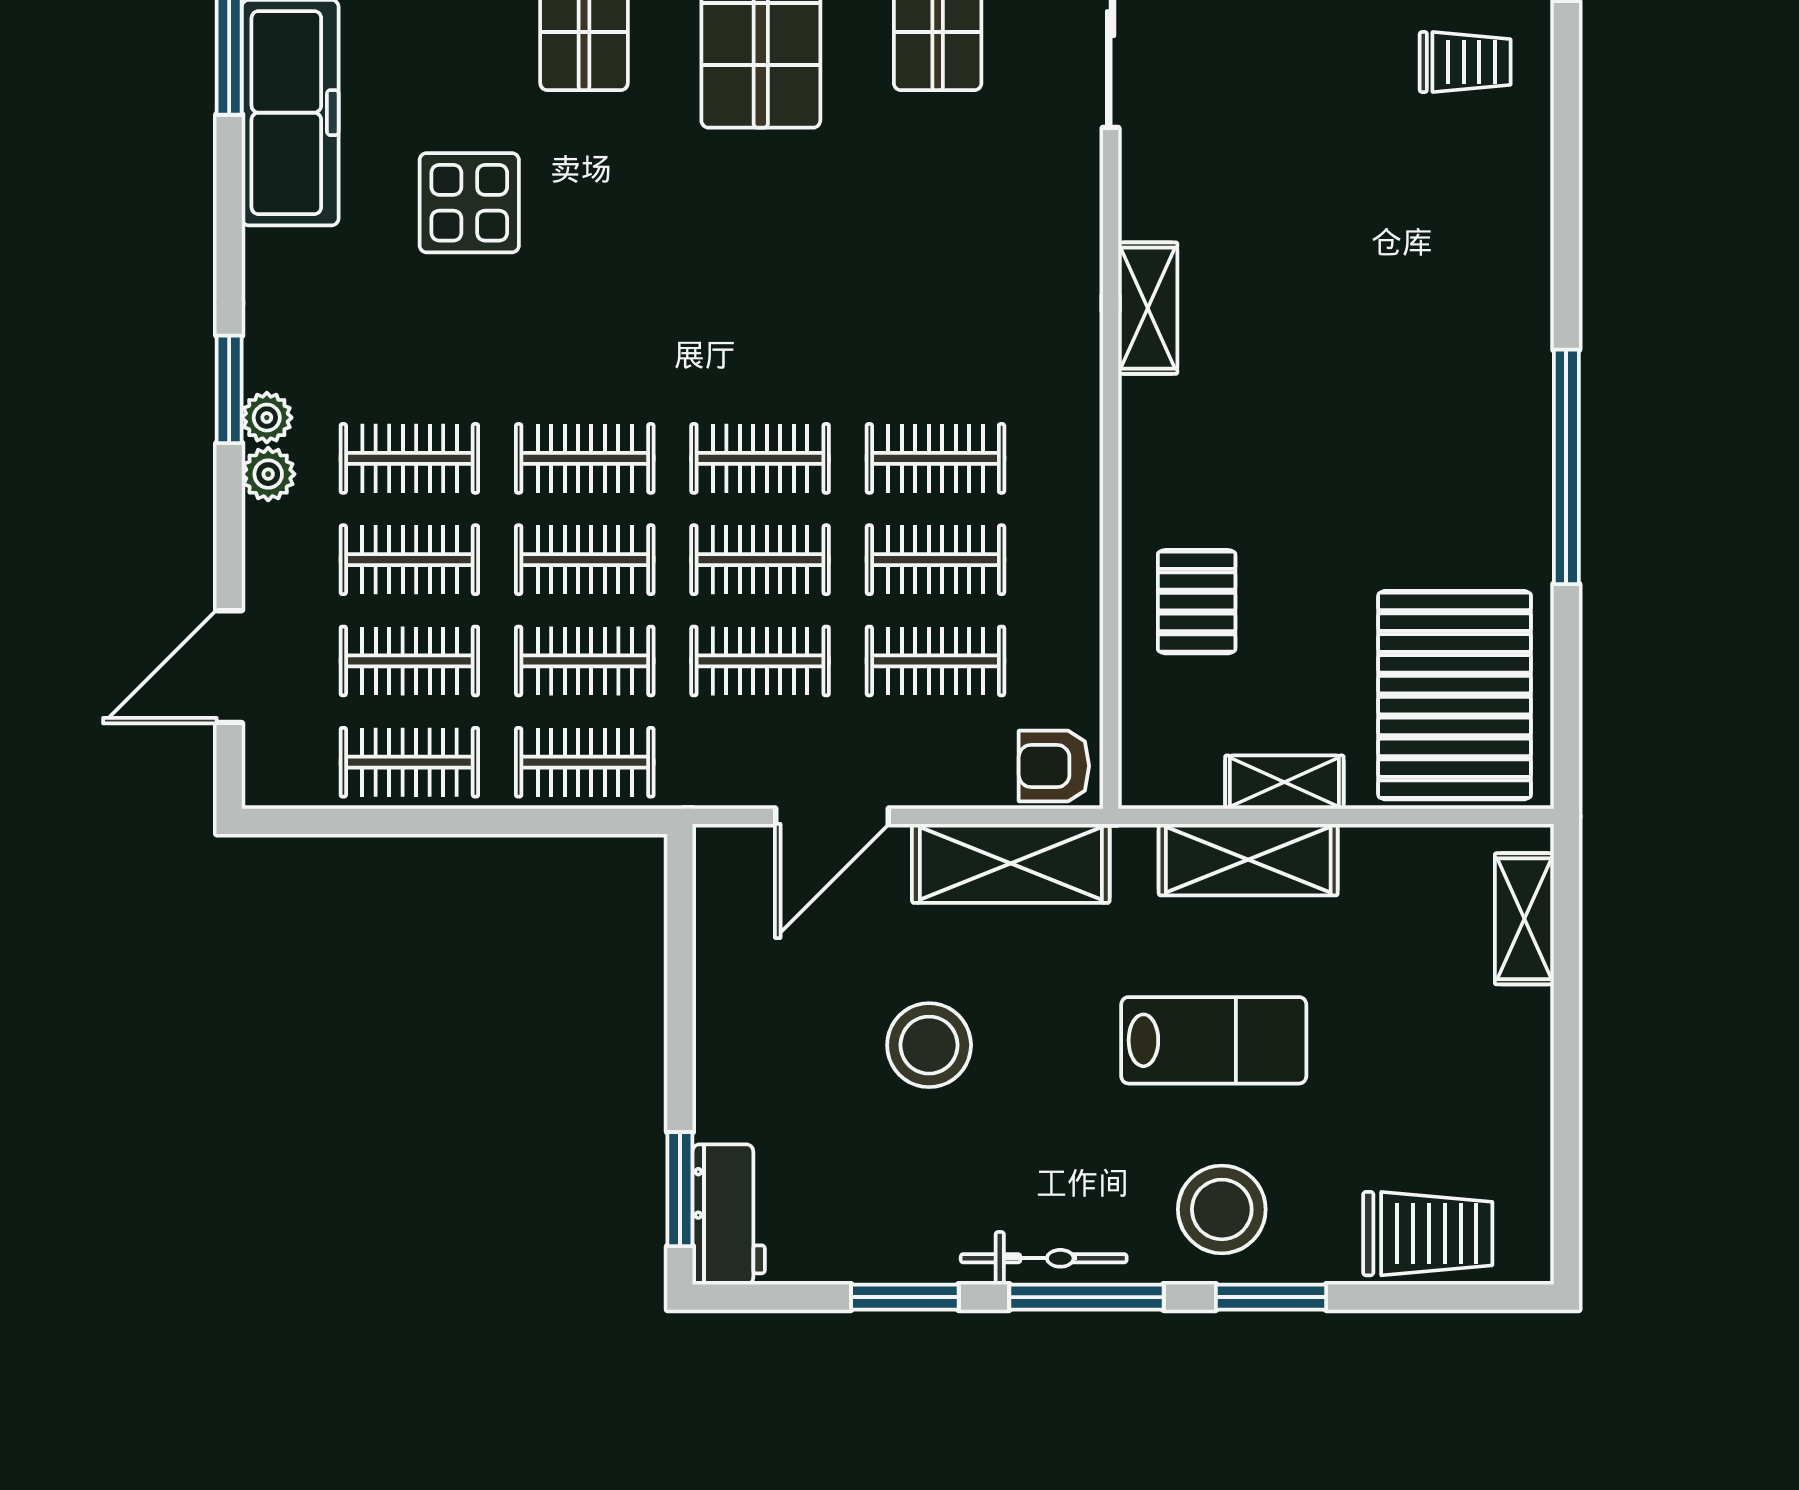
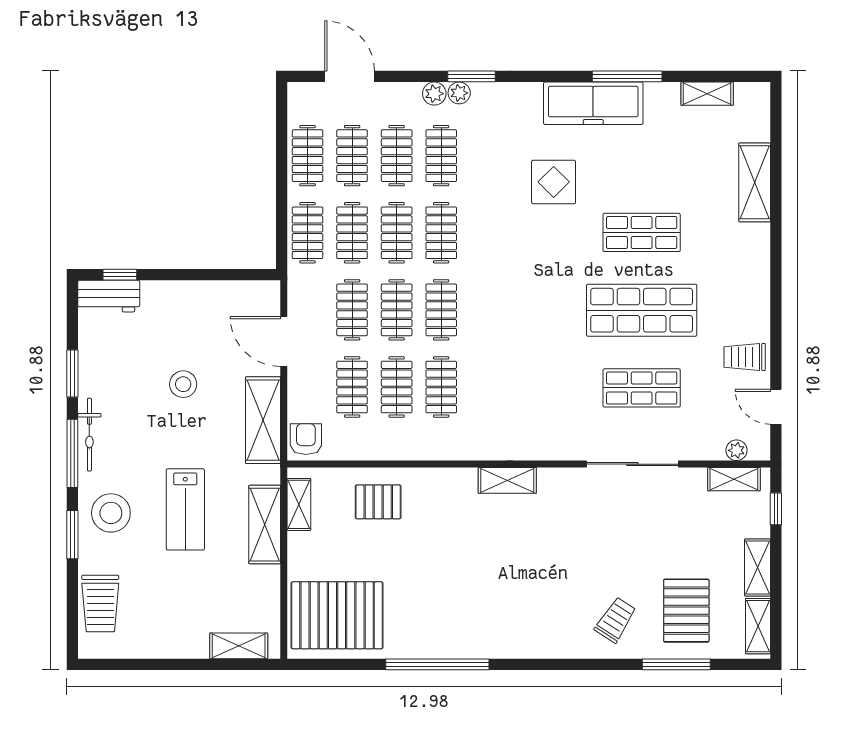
trolley: (1465, 62) -> (615, 620), turned -147
shelving: (1284, 782) -> (299, 504), moved
stool: (929, 1045) -> (183, 384), width x0.73, depth x0.73
window: (680, 1189) -> (120, 275), width x0.67

